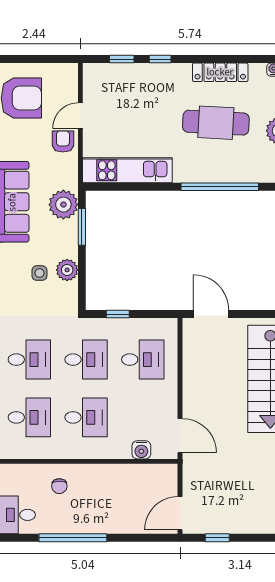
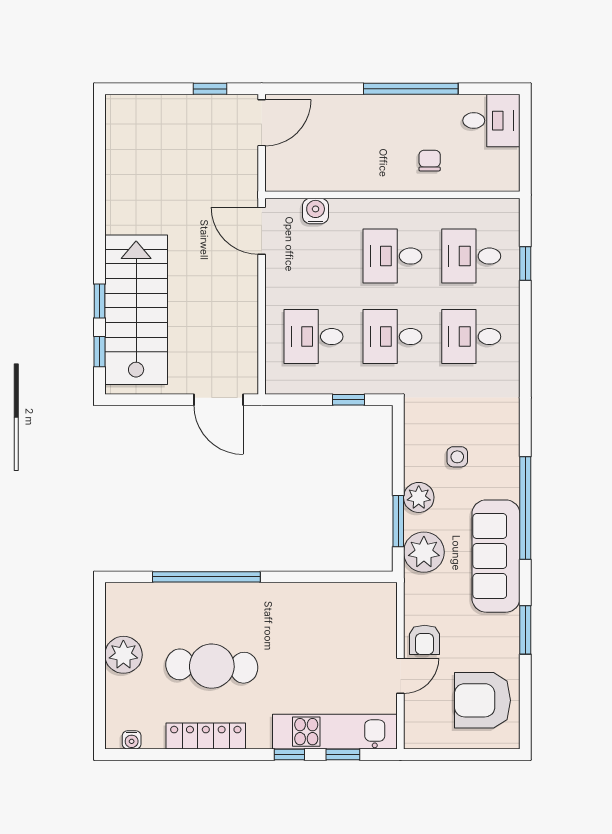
kitchen unit: (127, 170) -> (335, 732), moved, turned 180
plant: (67, 270) -> (419, 497), moved

